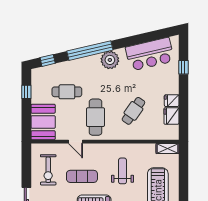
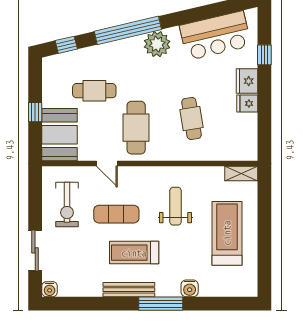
window: (26, 92) -> (35, 112), moved
cafe table: (133, 111) -> (191, 118), turned -44
fridge: (171, 116) -> (247, 81), moved

